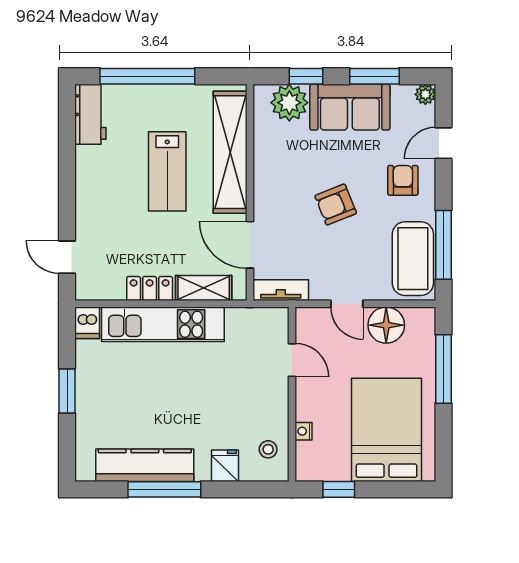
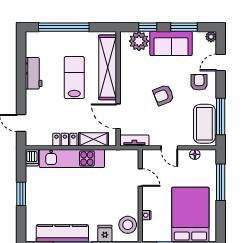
workbench: (90, 114) -> (34, 73), moved
lab bench: (167, 171) -> (74, 78), turned 180
floor lamp: (386, 325) -> (195, 154), width x0.53, depth x0.53
stool: (268, 449) -> (128, 225), width x1.89, depth x1.89

